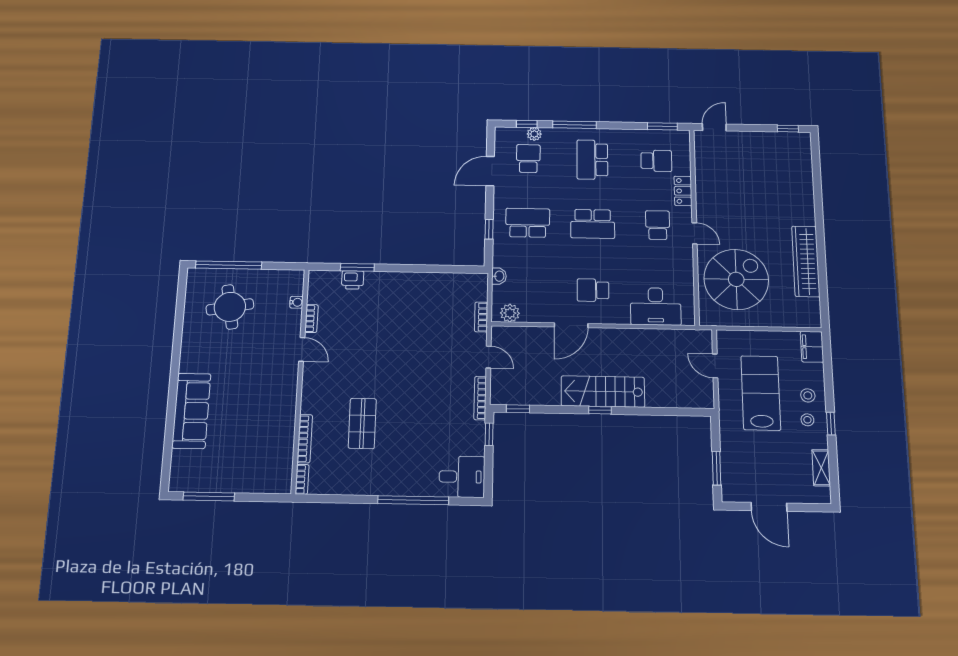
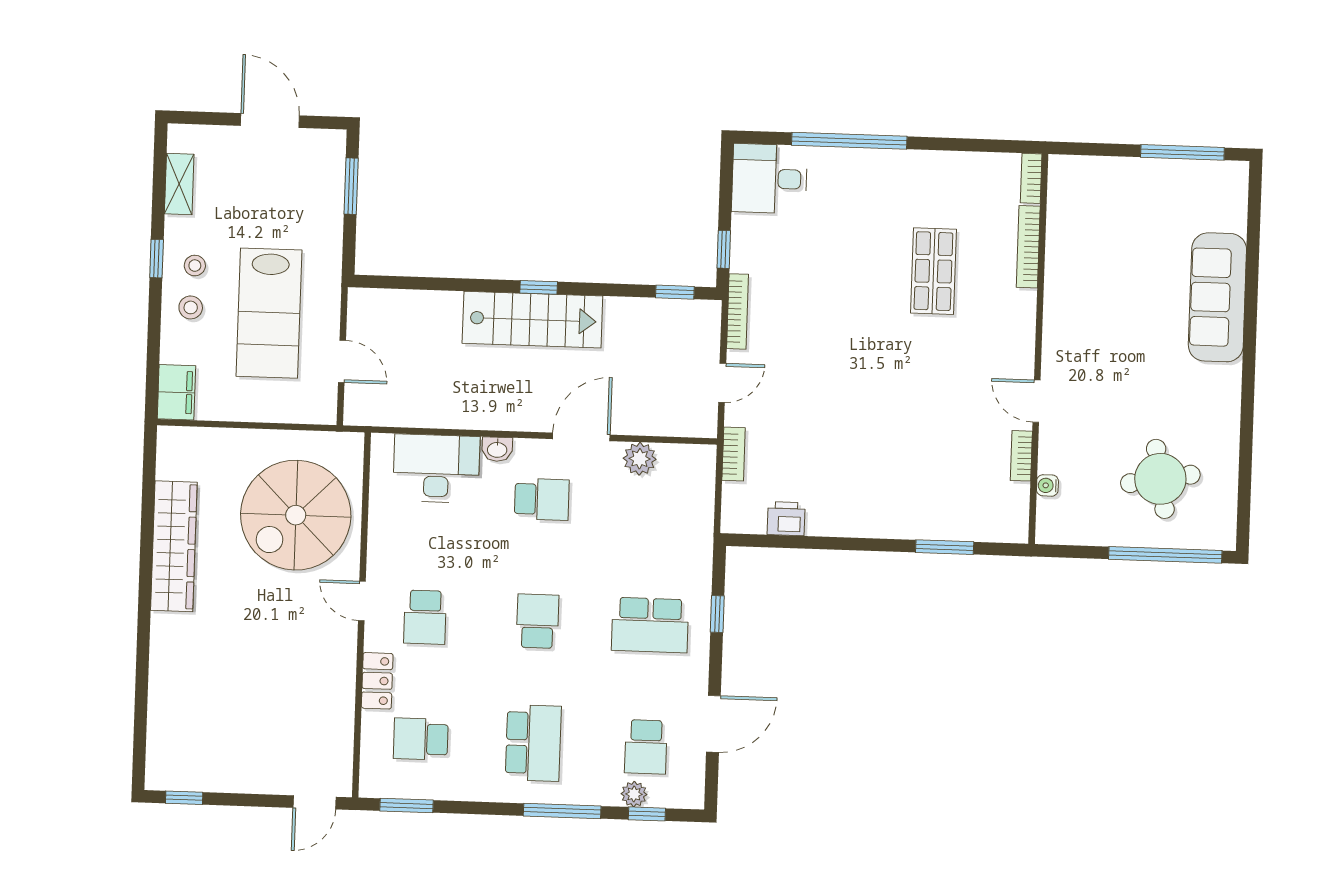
school desk: (593, 224) -> (538, 621), width x0.54
washbasin: (499, 276) -> (497, 449), moved, turned -90
printer: (353, 280) -> (786, 519), moved
plant: (510, 313) -> (640, 459), moved
door: (489, 357) -> (722, 383), swing flipped

